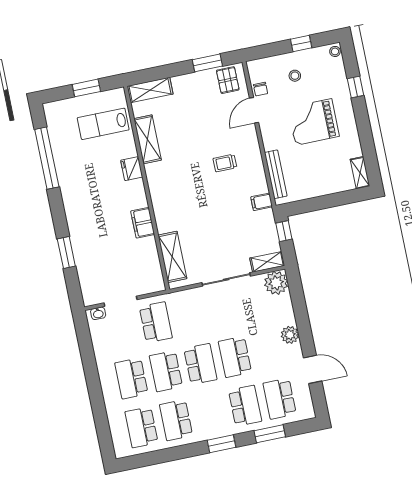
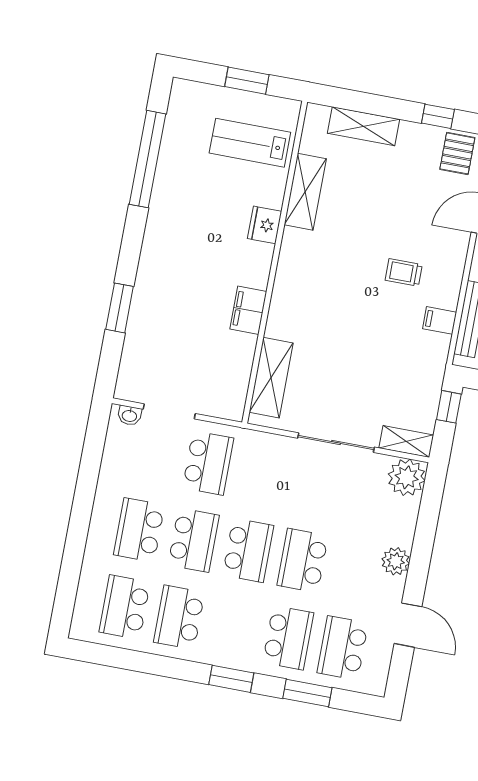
window: (207, 63) -> (438, 116), width x0.67
shelving: (150, 90) -> (364, 126), moved
filing cabinet: (262, 202) -> (440, 320), moved
school desk: (166, 371) -> (194, 540), turned 180

